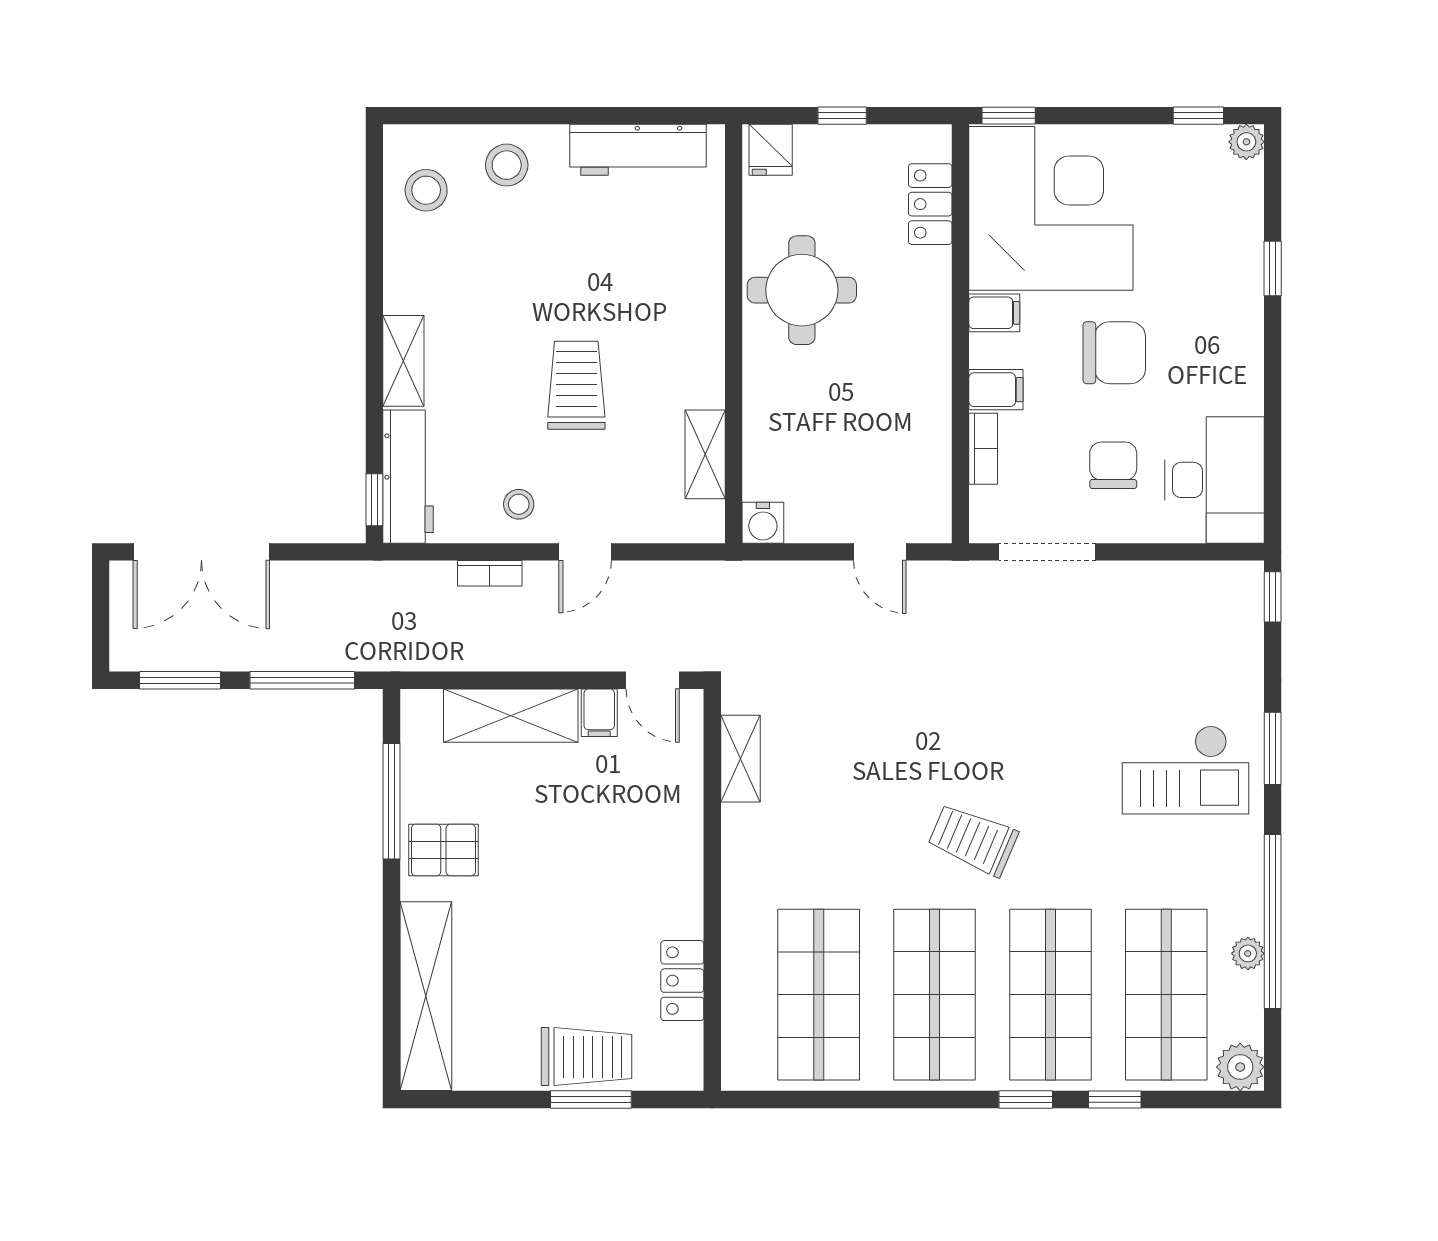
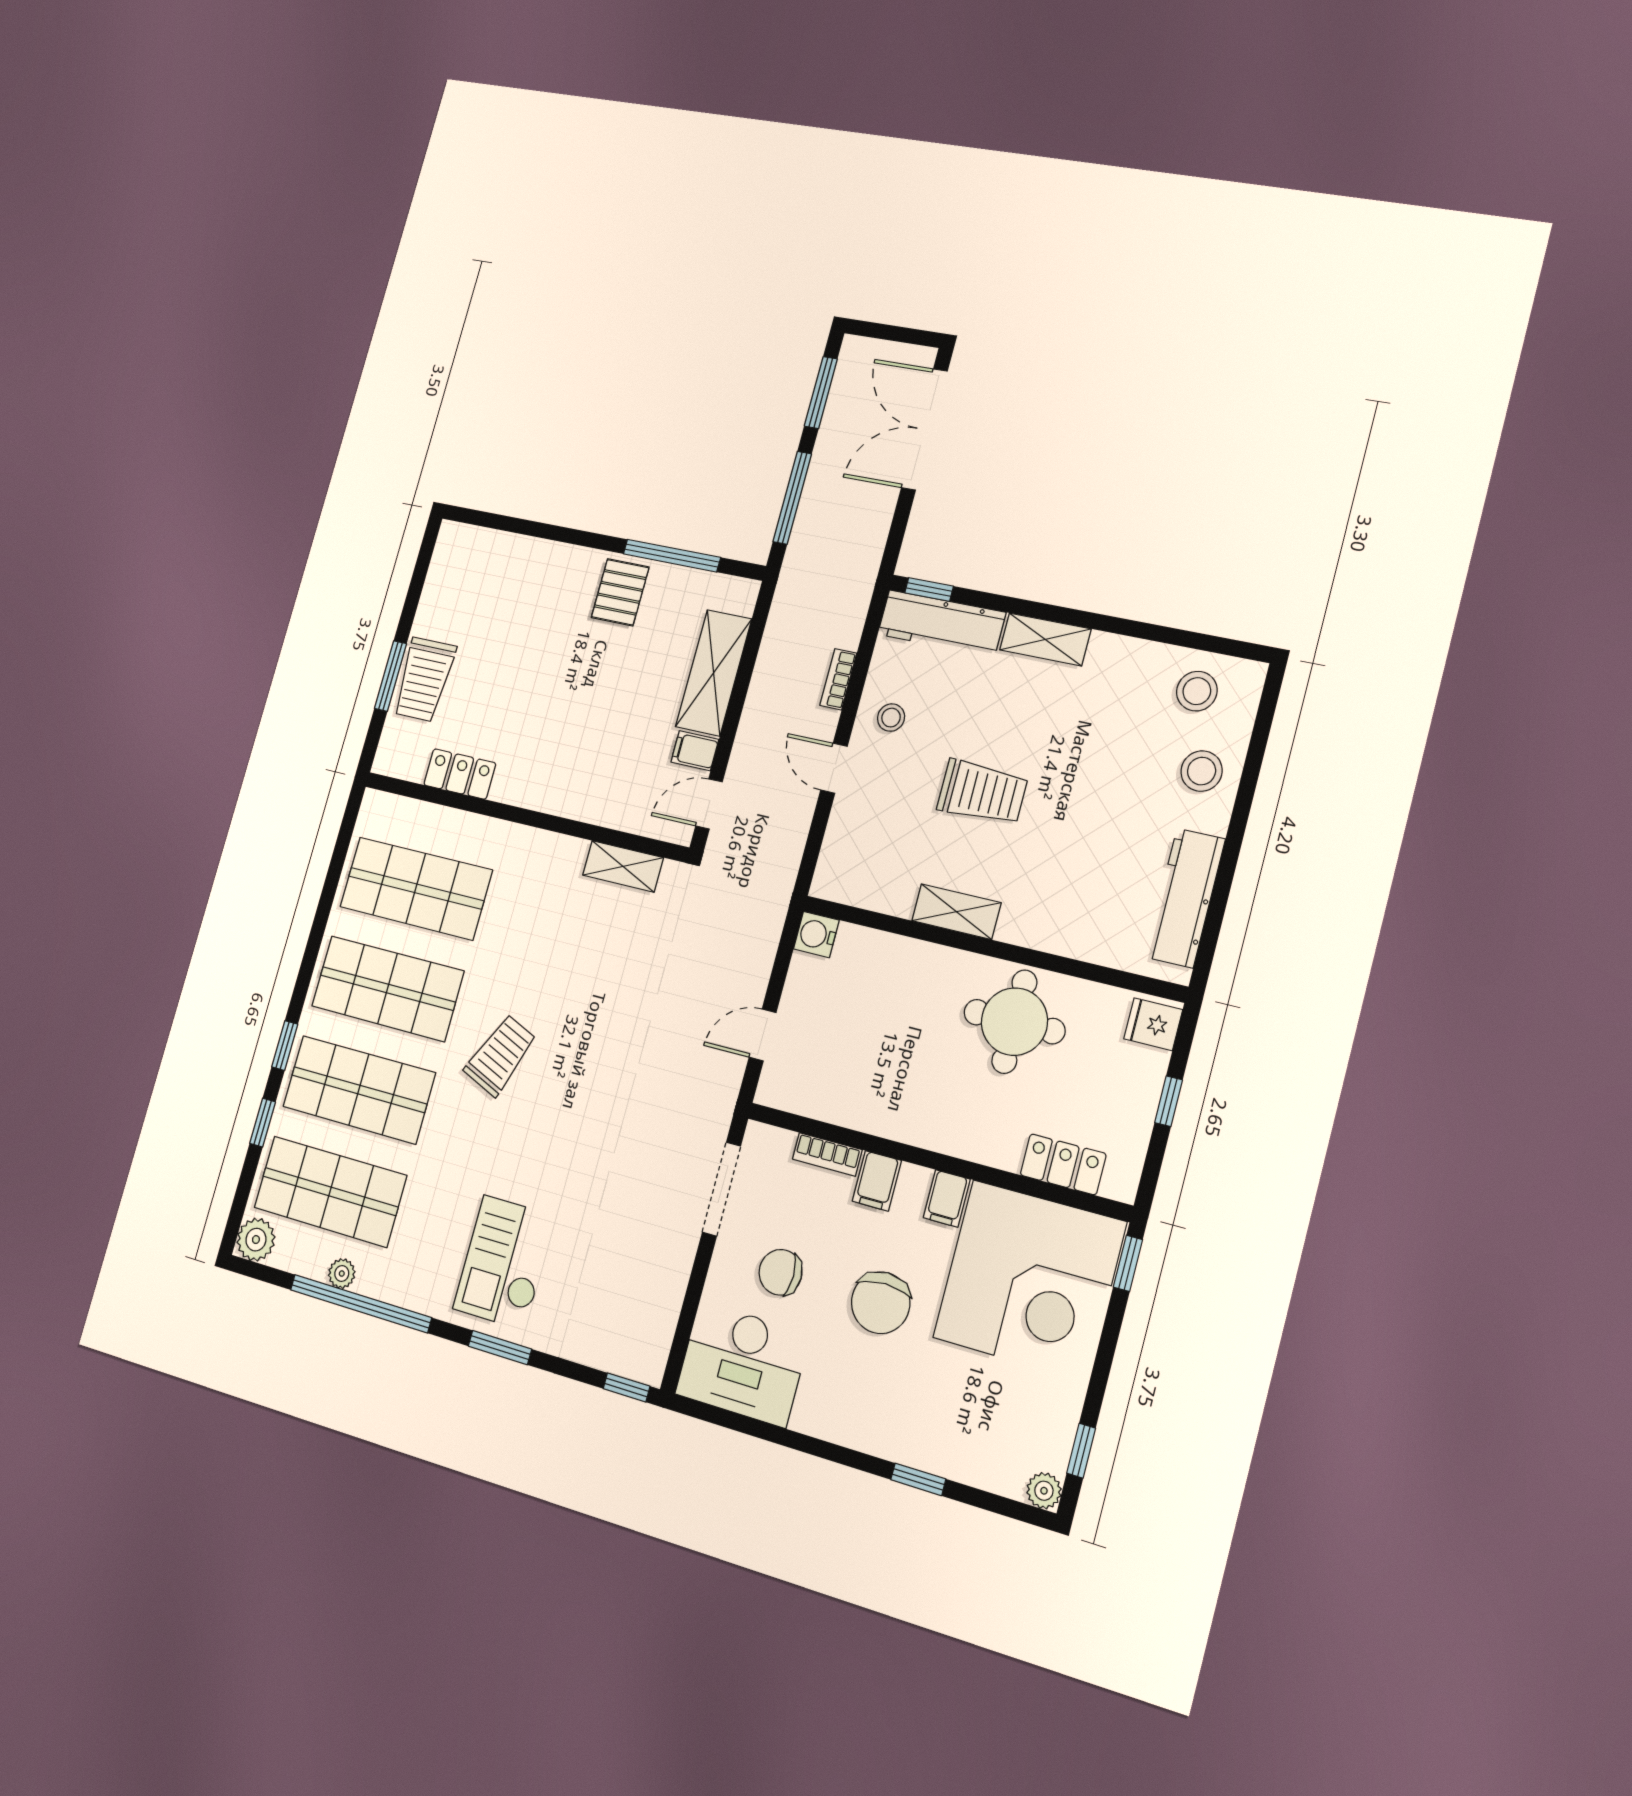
shelving: (705, 454) -> (956, 912), moved
chair: (1113, 465) -> (780, 1272), turned 180
shelving: (426, 996) -> (509, 554), removed

